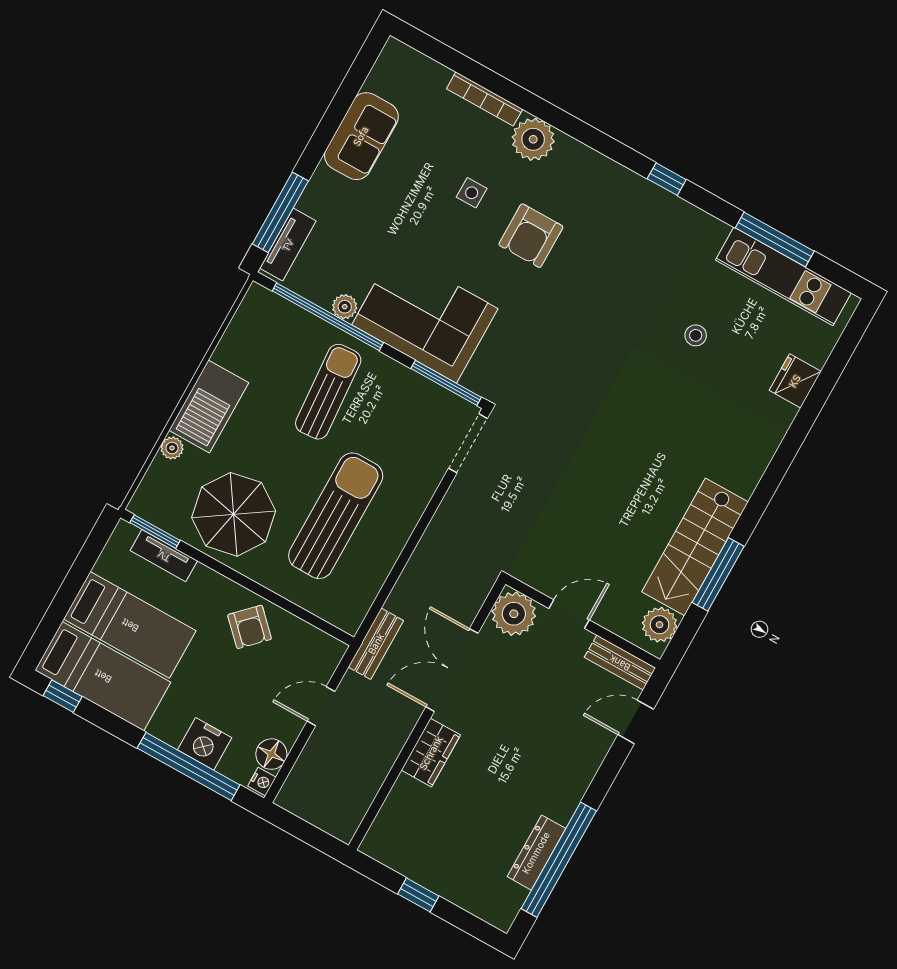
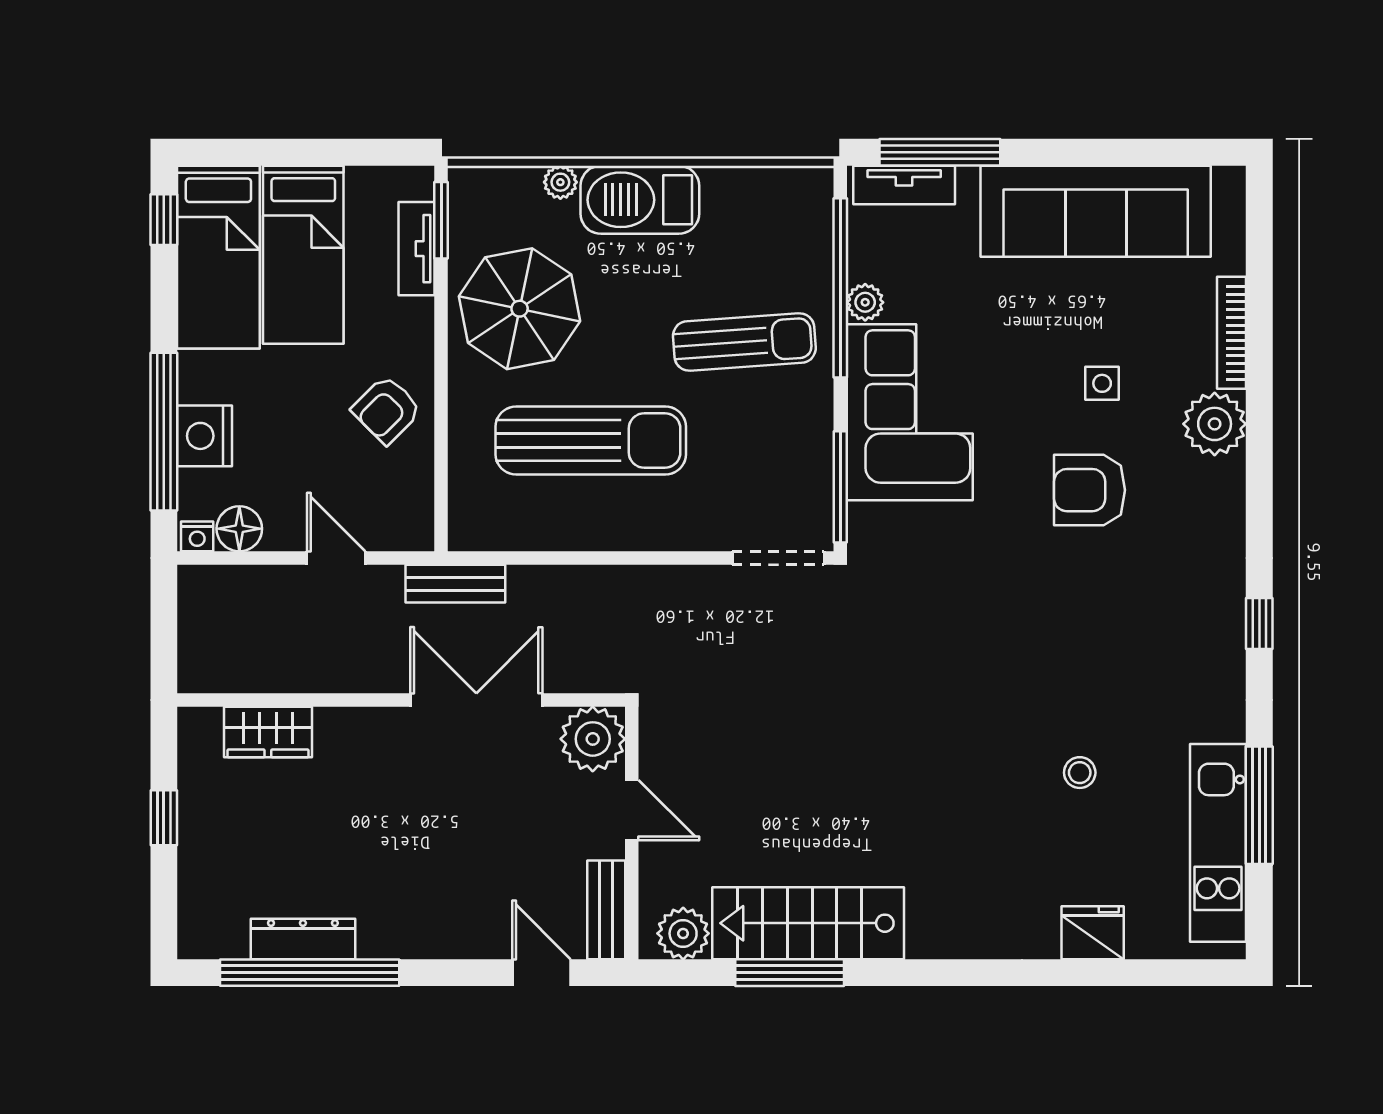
sofa: (361, 136) -> (1096, 211), width x1.85, depth x1.27
wardrobe: (431, 753) -> (268, 732), moved

